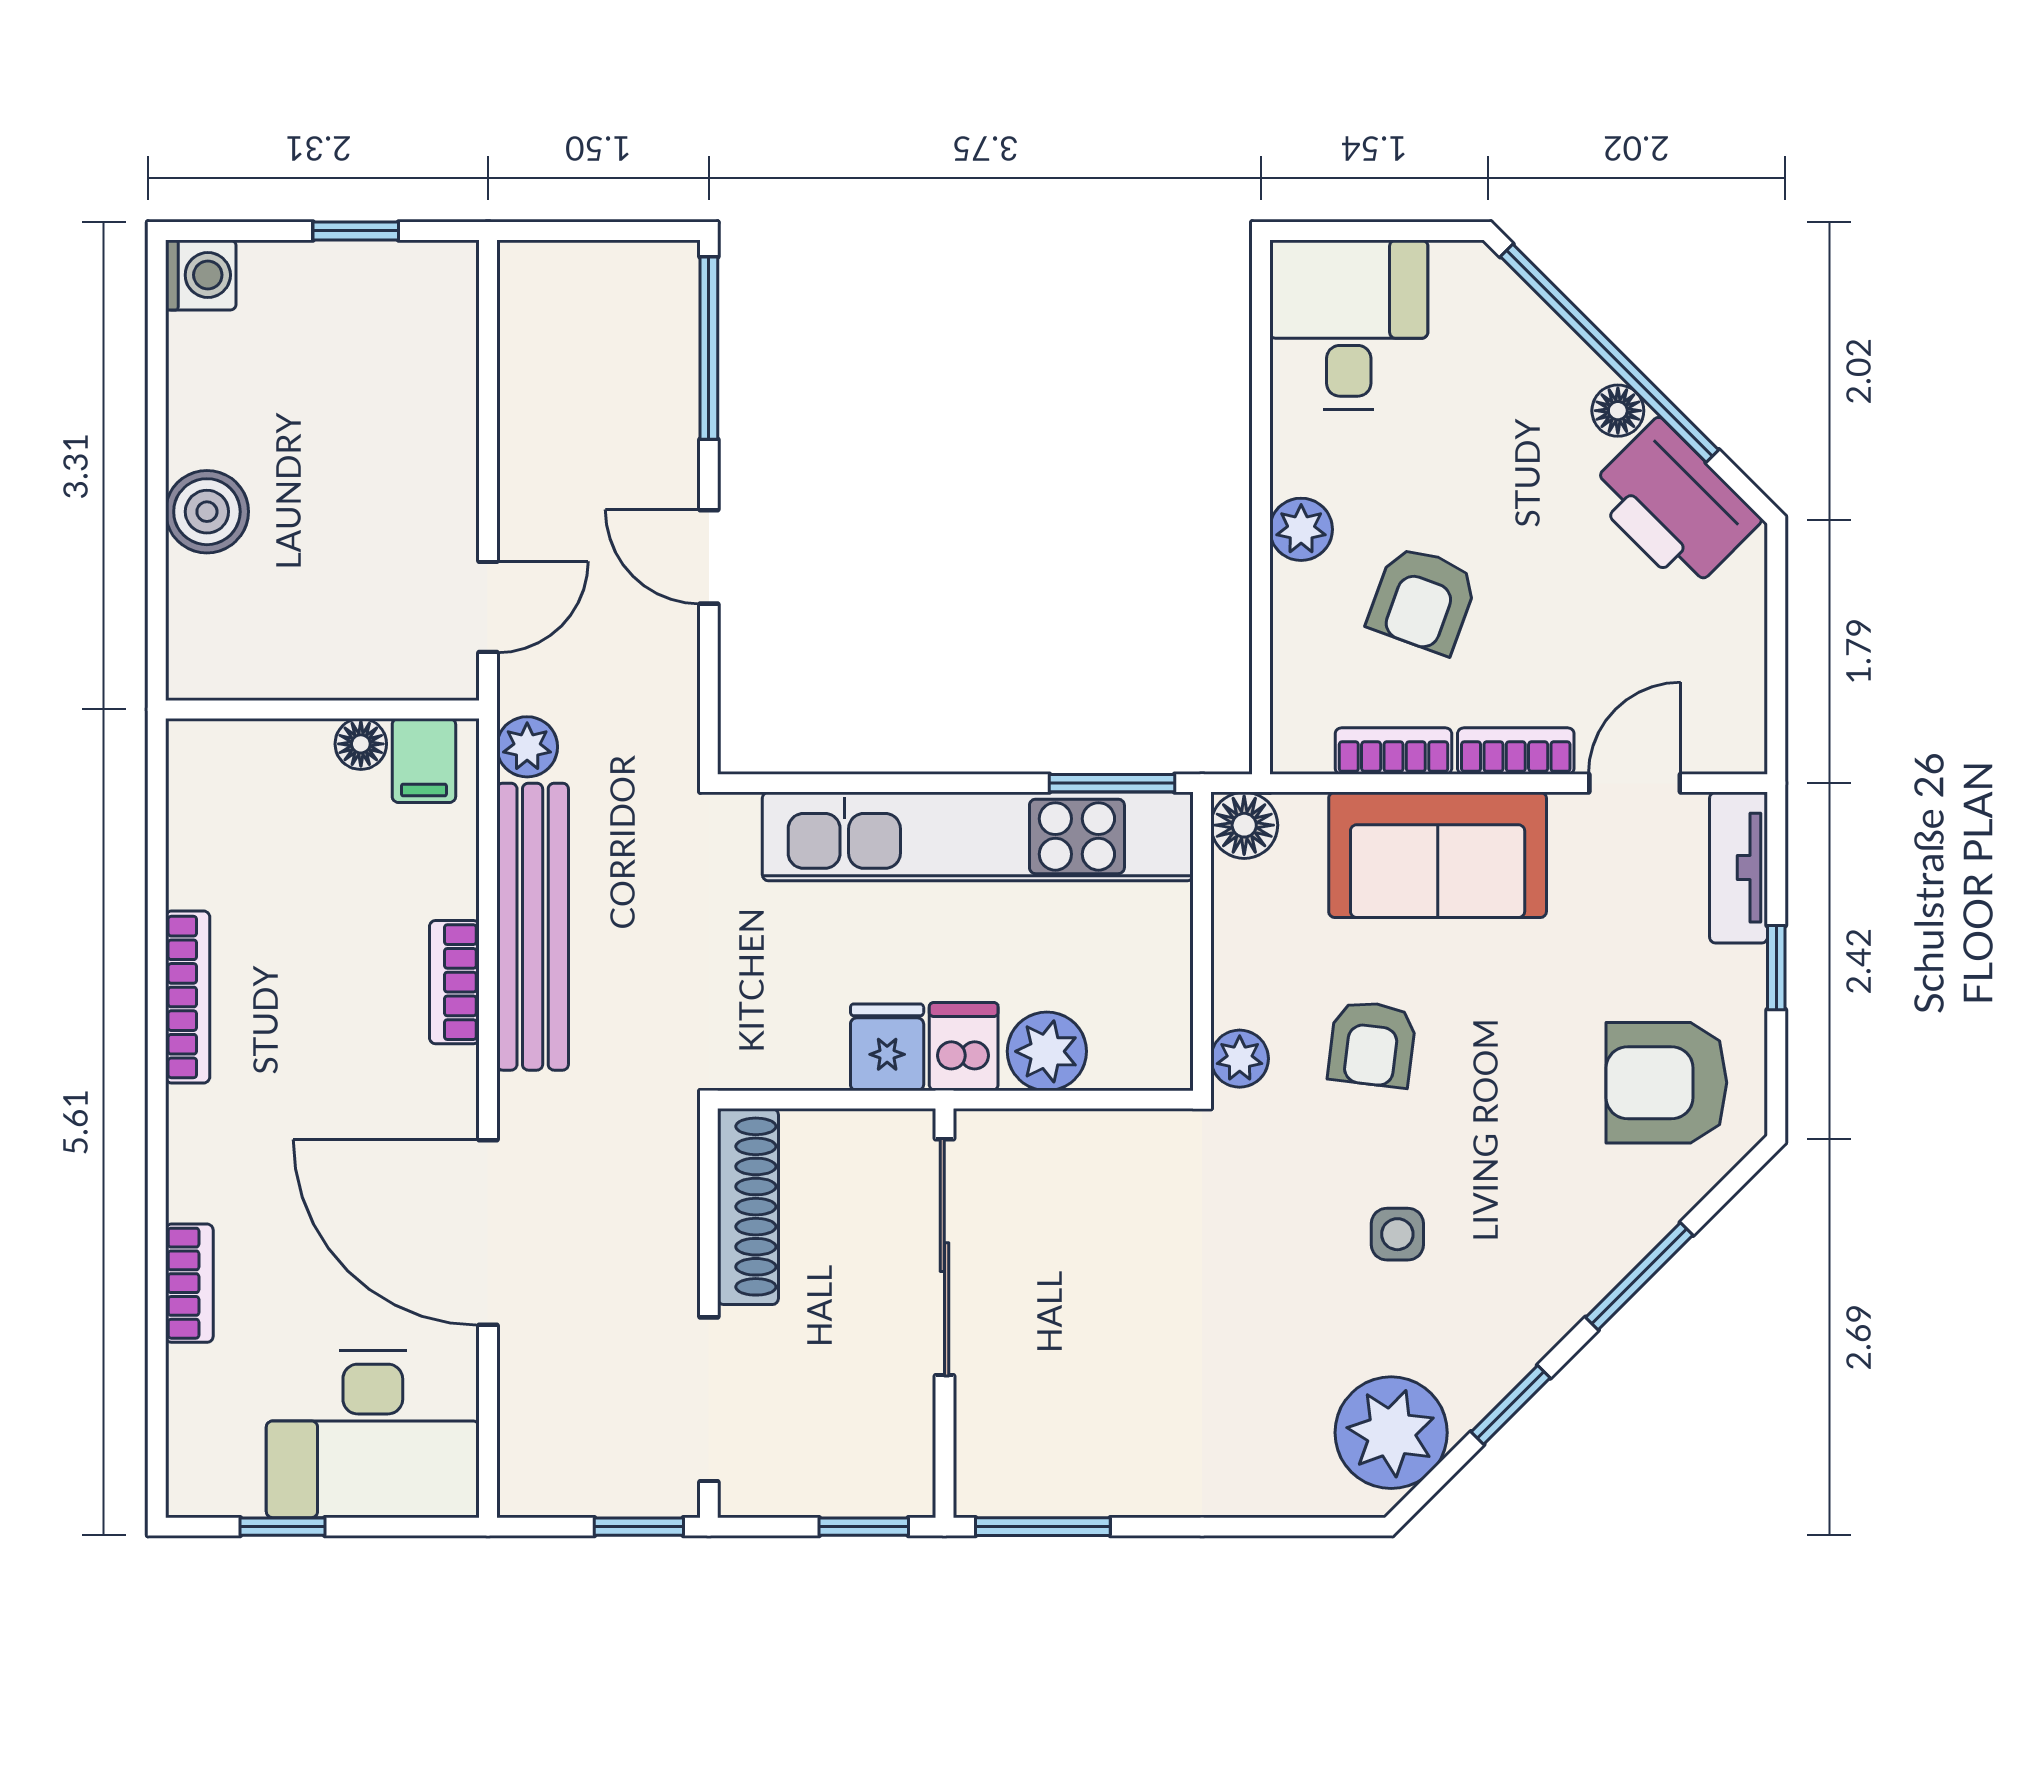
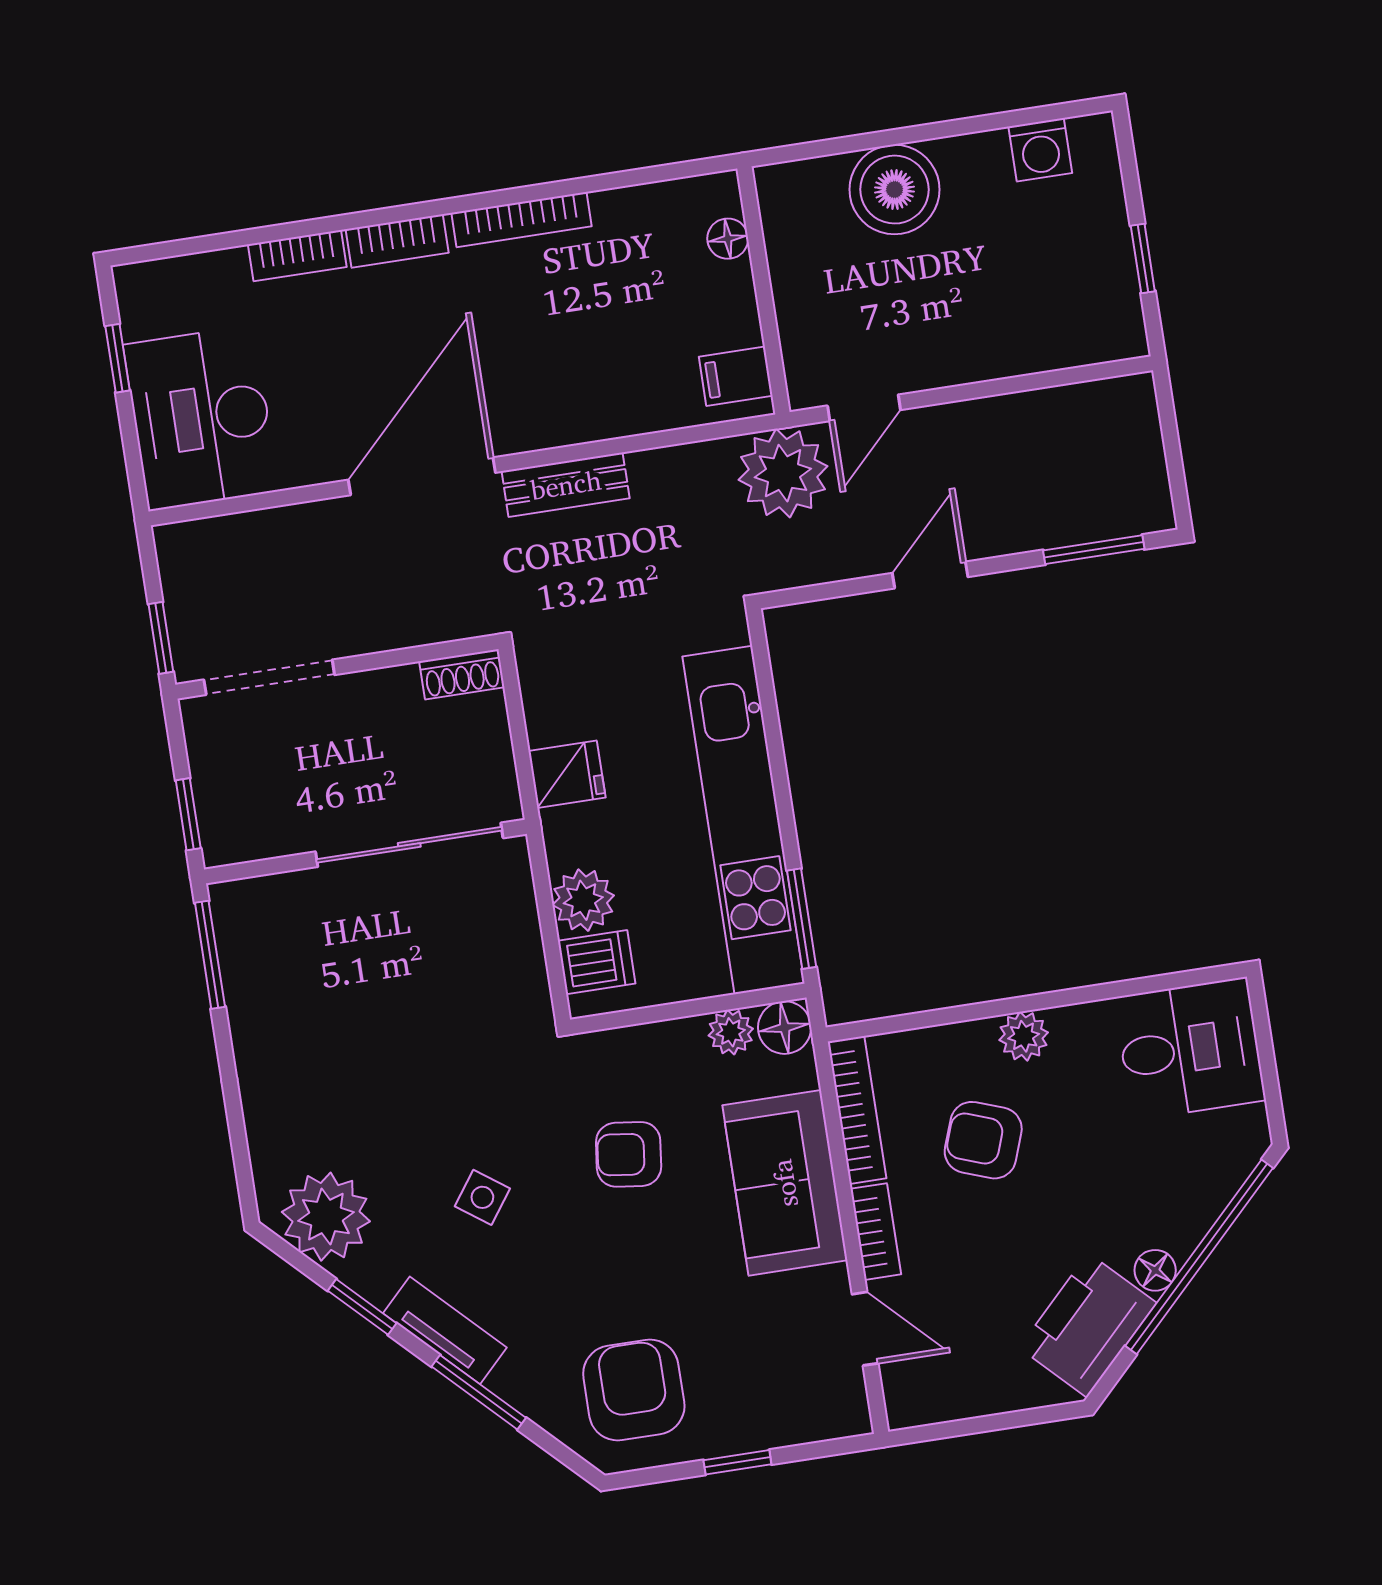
washing machine: (201, 275) -> (1040, 150), moved
window: (709, 348) -> (1094, 550), width x0.69
boiler: (207, 512) -> (895, 190), width x1.37, depth x1.37
door: (488, 607) -> (864, 408), hinge flipped
floor lamp: (361, 744) -> (728, 239), moved
plant: (527, 747) -> (783, 473), width x1.87, depth x1.87
bookcase: (1393, 751) -> (857, 1110), width x1.56
tv unit: (1739, 868) -> (445, 1330), moved, turned 45
bench: (533, 927) -> (566, 485), width x0.54, depth x0.82
bookcase: (454, 982) -> (397, 241), moved, turned 180
dishwasher: (964, 1047) -> (597, 962), moved
plant: (1240, 1059) -> (731, 1032), moved
shoe rack: (748, 1207) -> (462, 674), width x0.51, depth x0.81
door: (488, 1233) -> (422, 476), moved
side table: (1397, 1234) -> (482, 1197), turned 36

